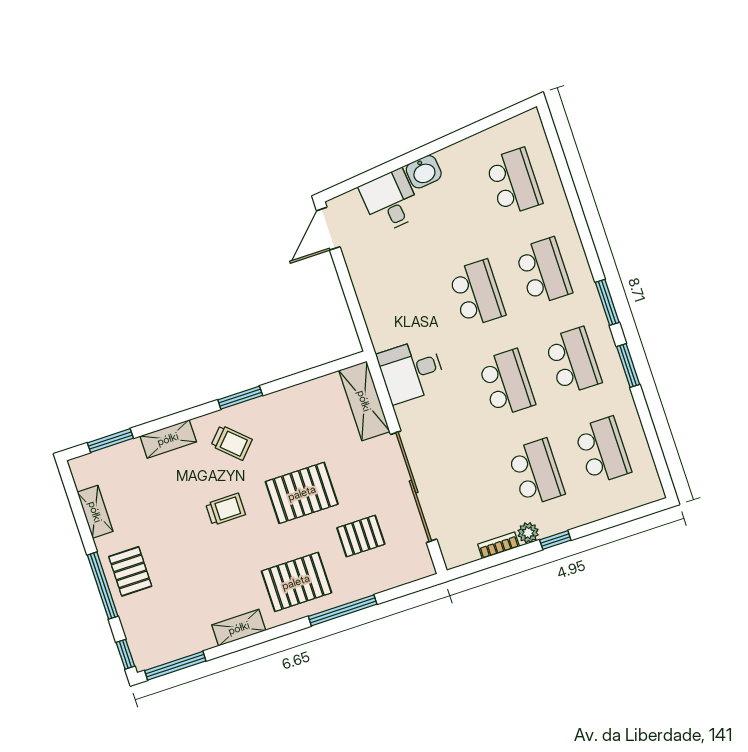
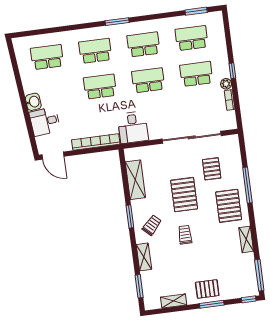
bookcase: (370, 305) -> (96, 142), added
window: (628, 366) -> (196, 11), moved
shelving: (364, 401) -> (135, 180), moved, turned 90
window: (103, 586) -> (212, 304), width x0.69

